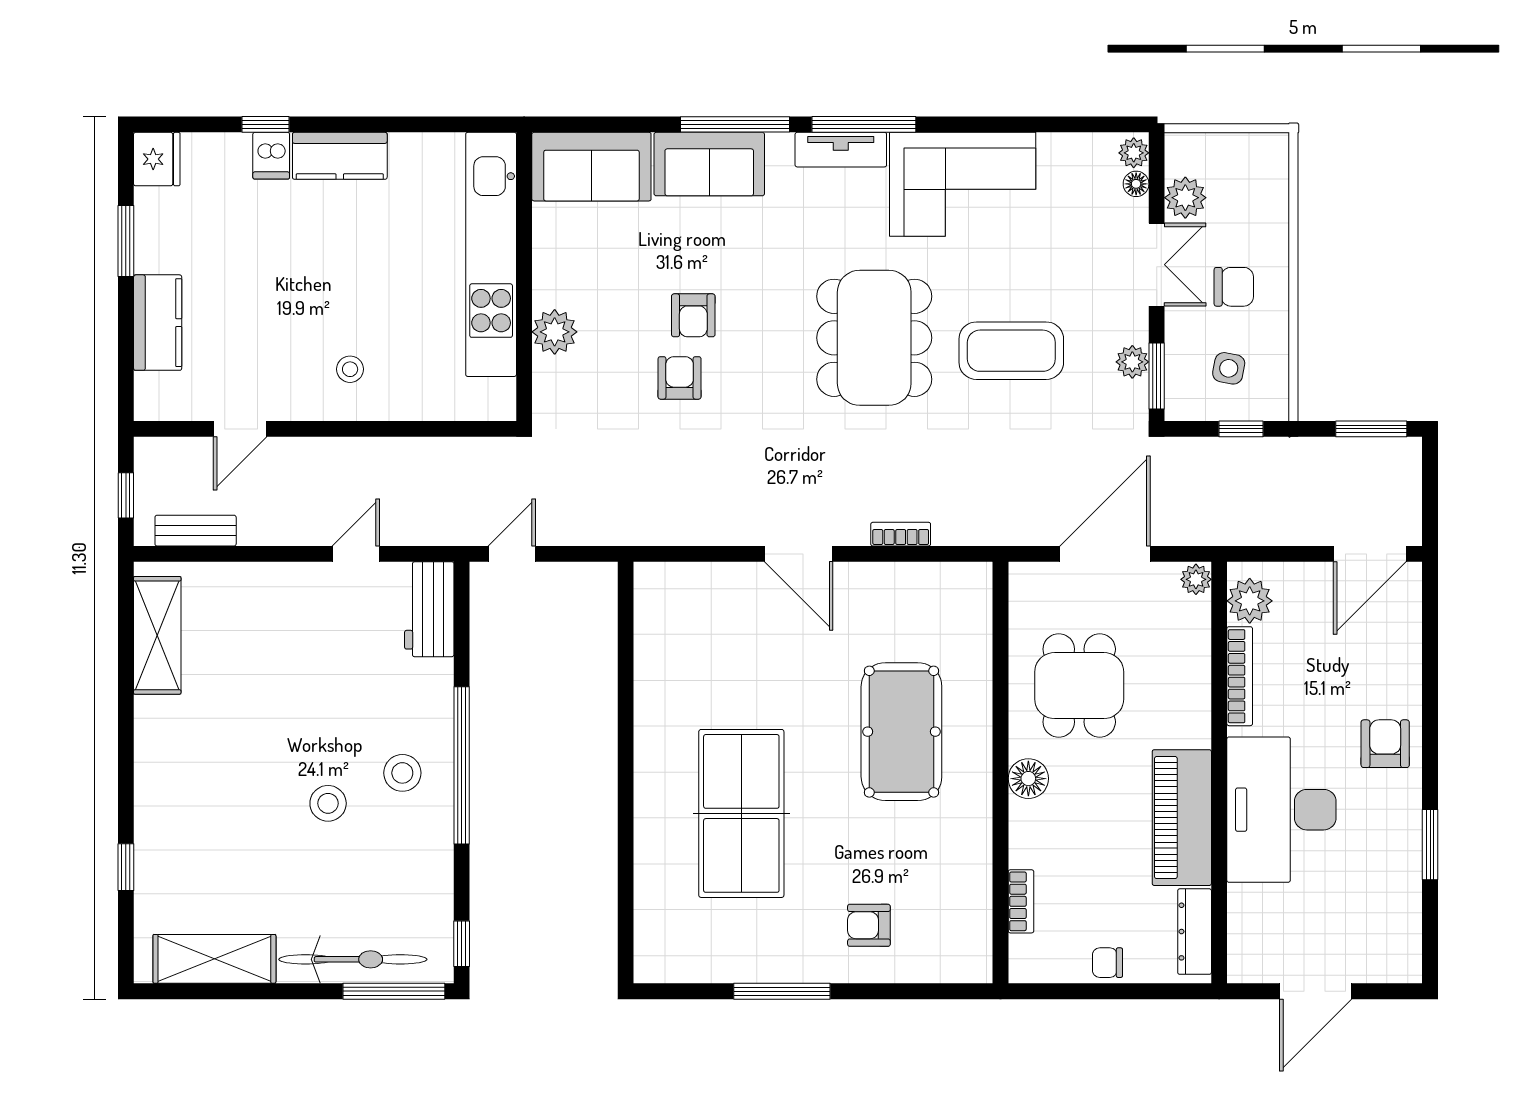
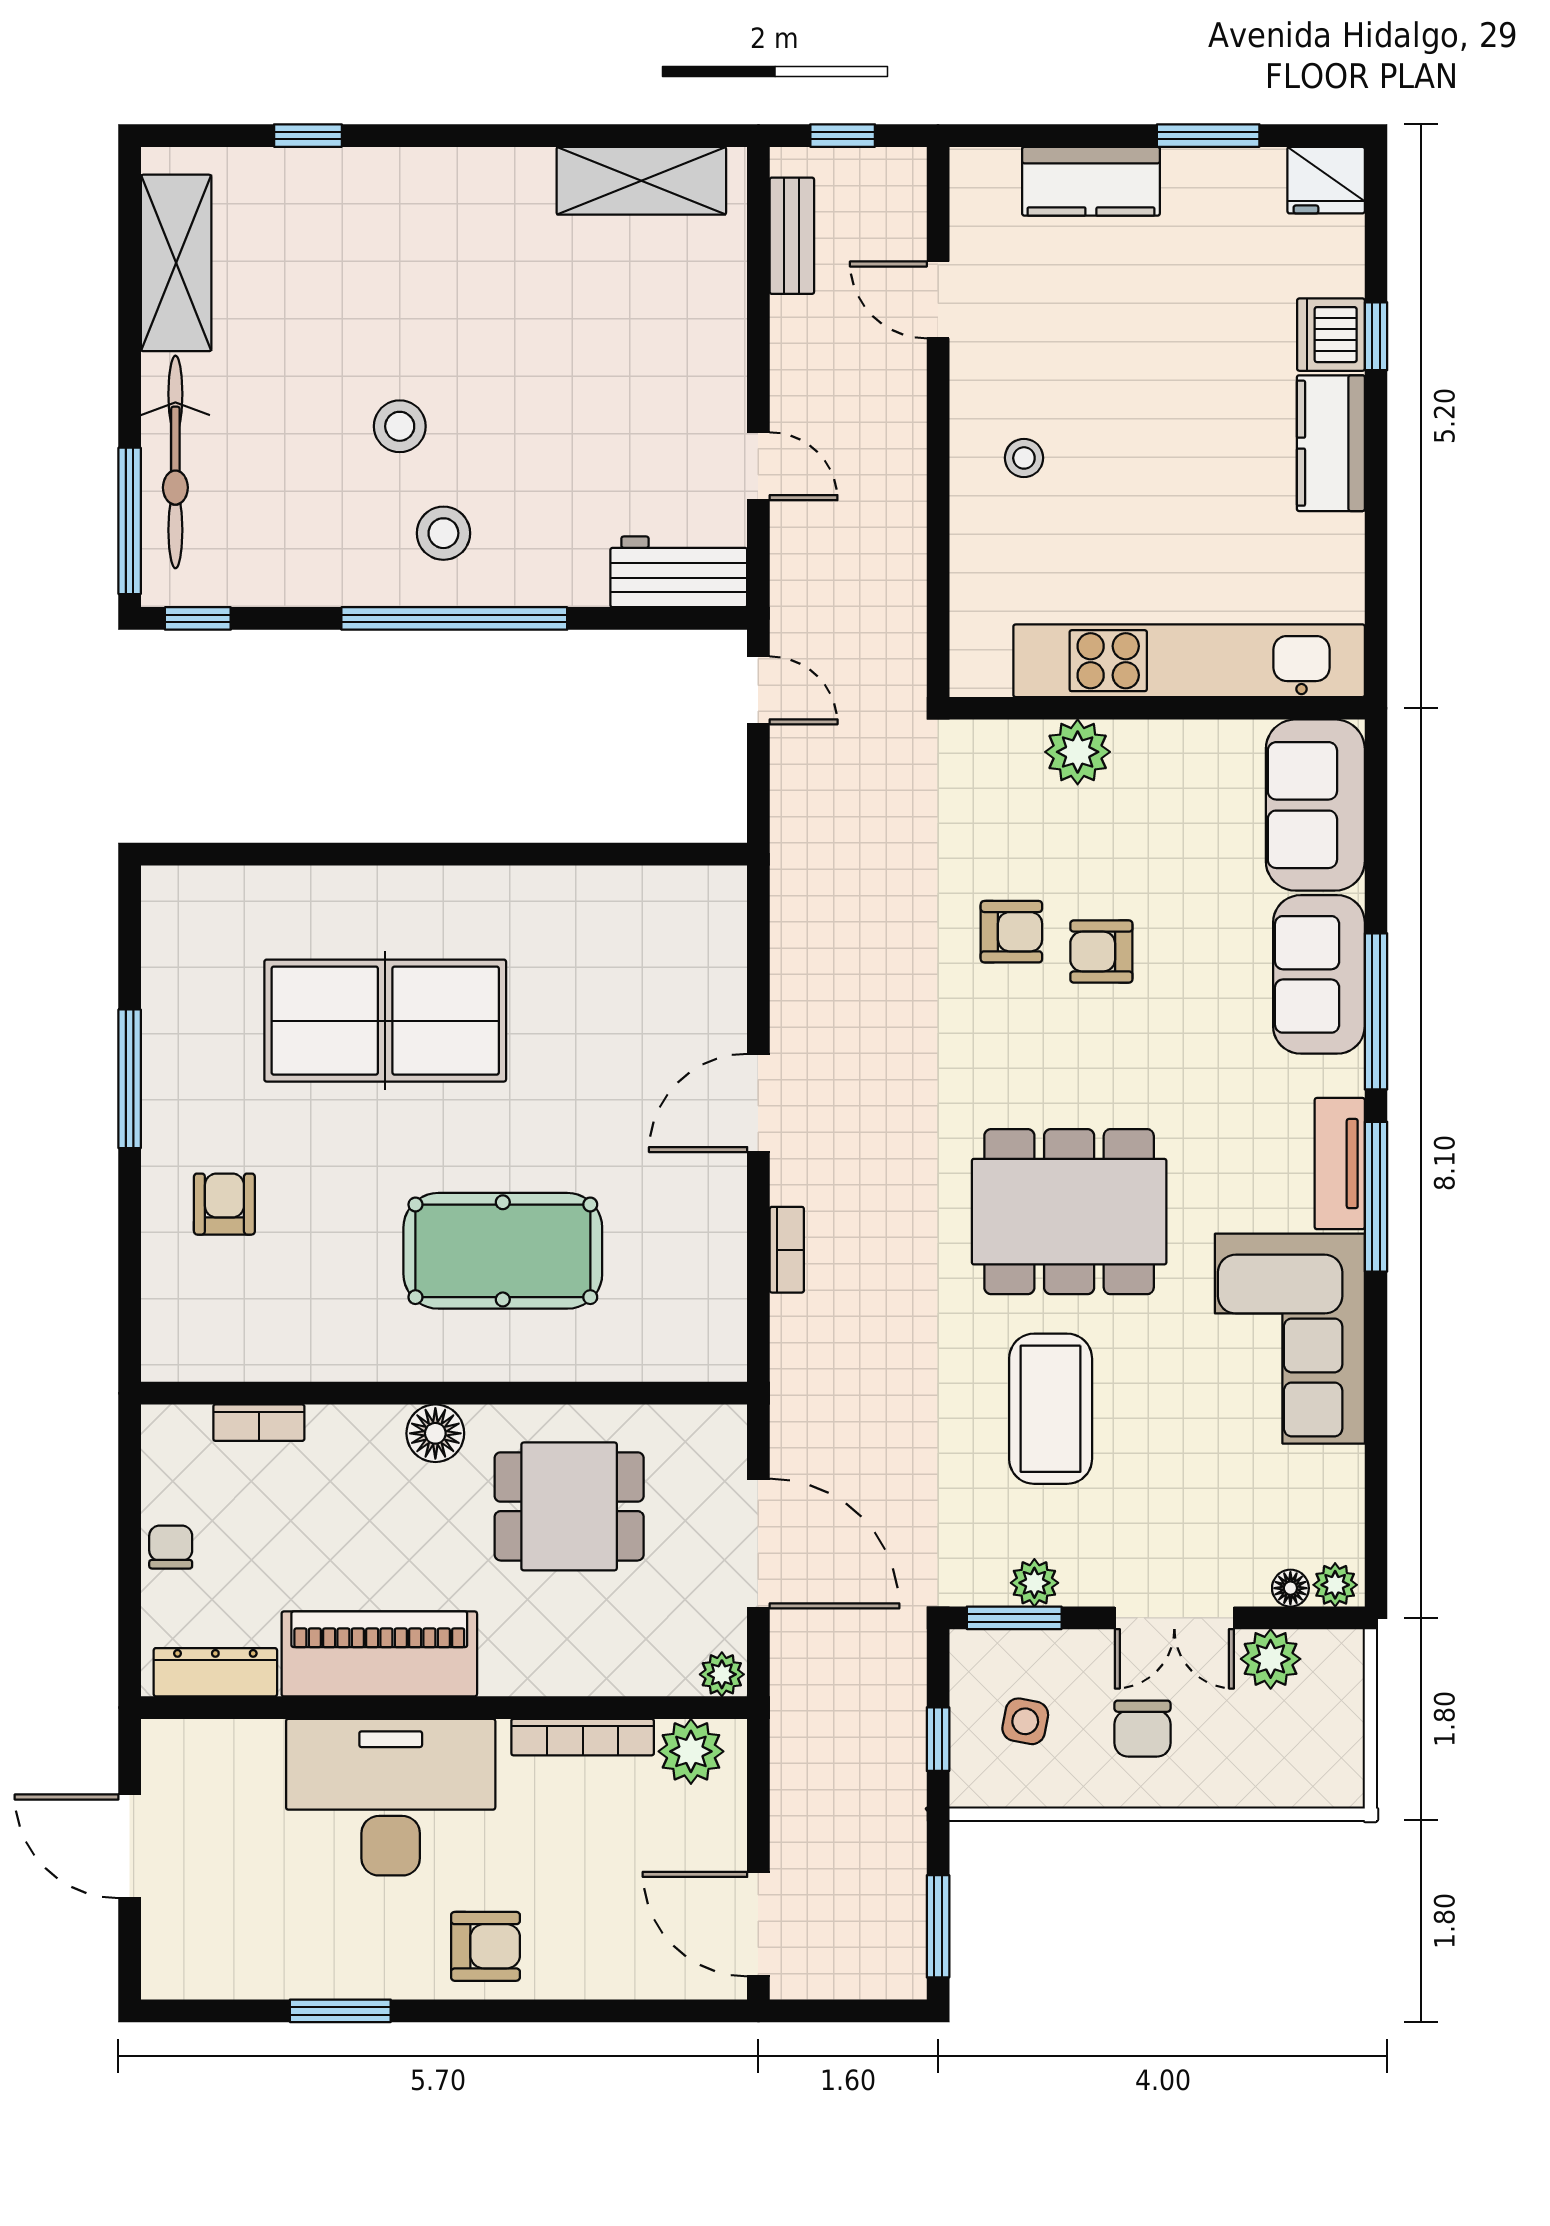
dishwasher: (271, 156) -> (1331, 335), width x1.38

